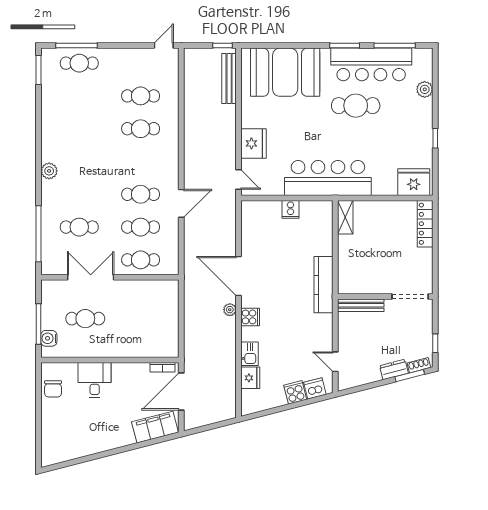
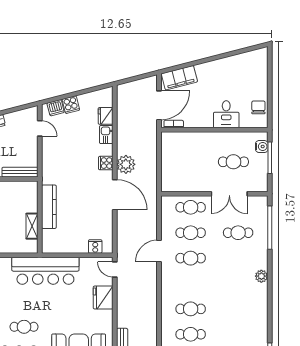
cafe table: (356, 106) -> (24, 327), width x0.73, depth x0.74
cooker: (291, 209) -> (95, 246), moved
shelving: (345, 217) -> (32, 226), moved
kitchen counter: (324, 285) -> (49, 207), moved
plant: (230, 310) -> (126, 164), width x1.88, depth x1.88

